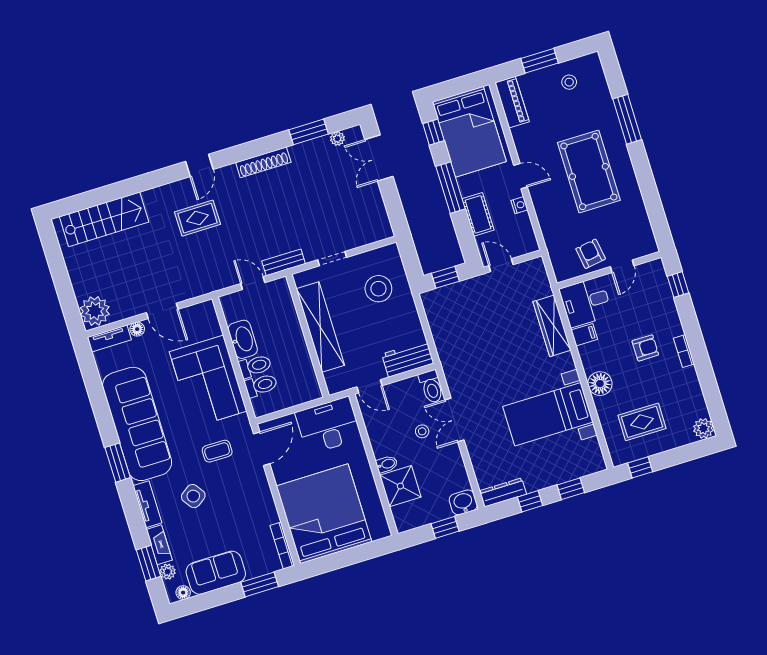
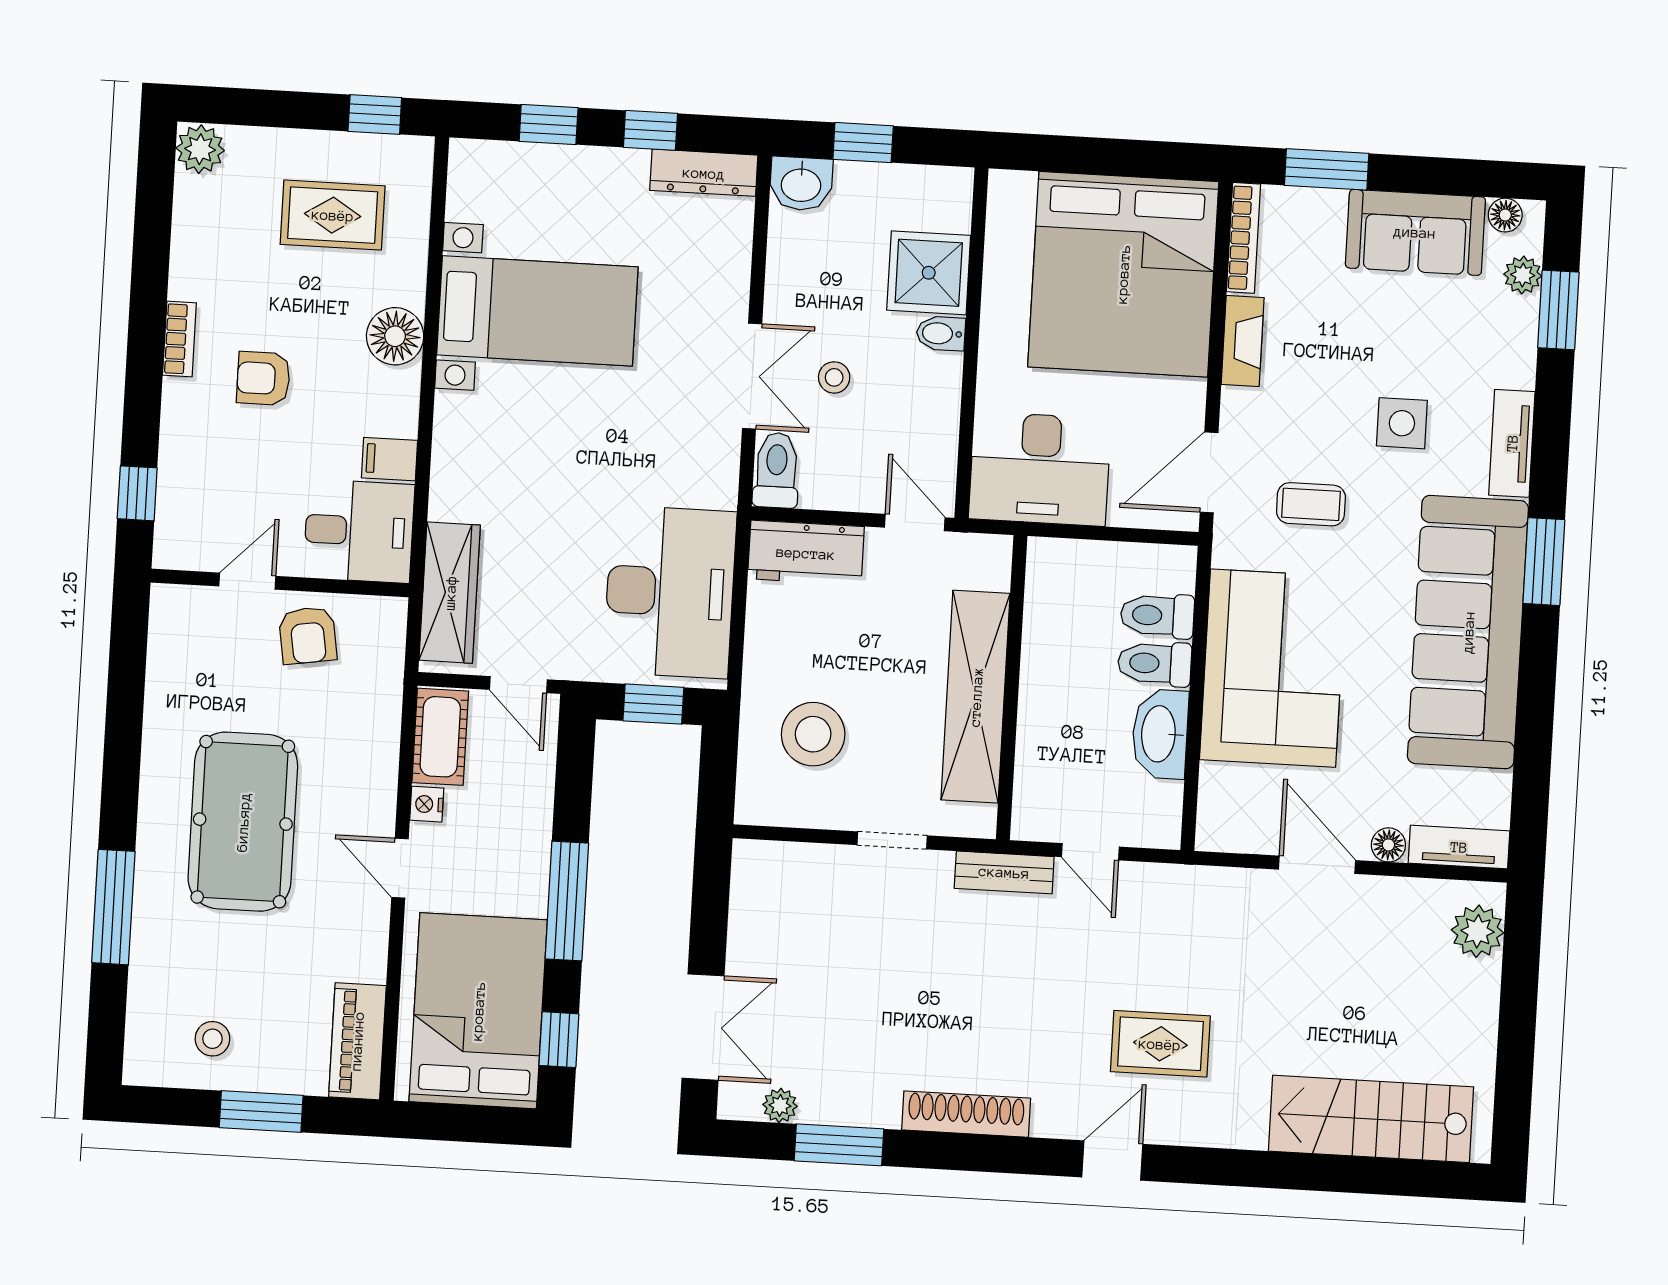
cot: (478, 214) -> (440, 737), moved
plant: (95, 311) -> (1478, 931), width x0.73, depth x0.73
desk: (455, 324) -> (670, 592), added
wardrobe: (552, 326) -> (450, 593), moved
side table: (193, 496) -> (1402, 423), turned 35
fireplace: (159, 545) -> (1243, 341), moved, turned 180

